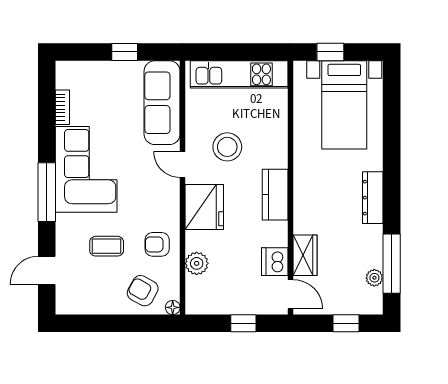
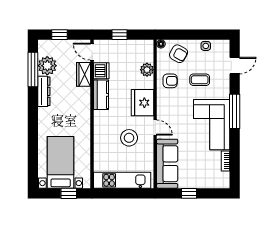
kitchen counter: (275, 195) -> (101, 95), moved
dresser: (373, 198) -> (44, 91), moved
plant: (374, 278) -> (47, 66), width x1.88, depth x1.88
side table: (96, 304) -> (206, 46), added

